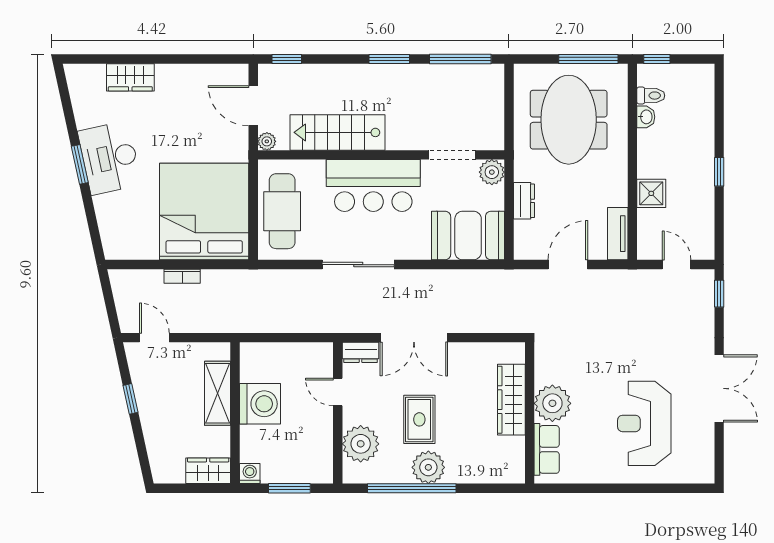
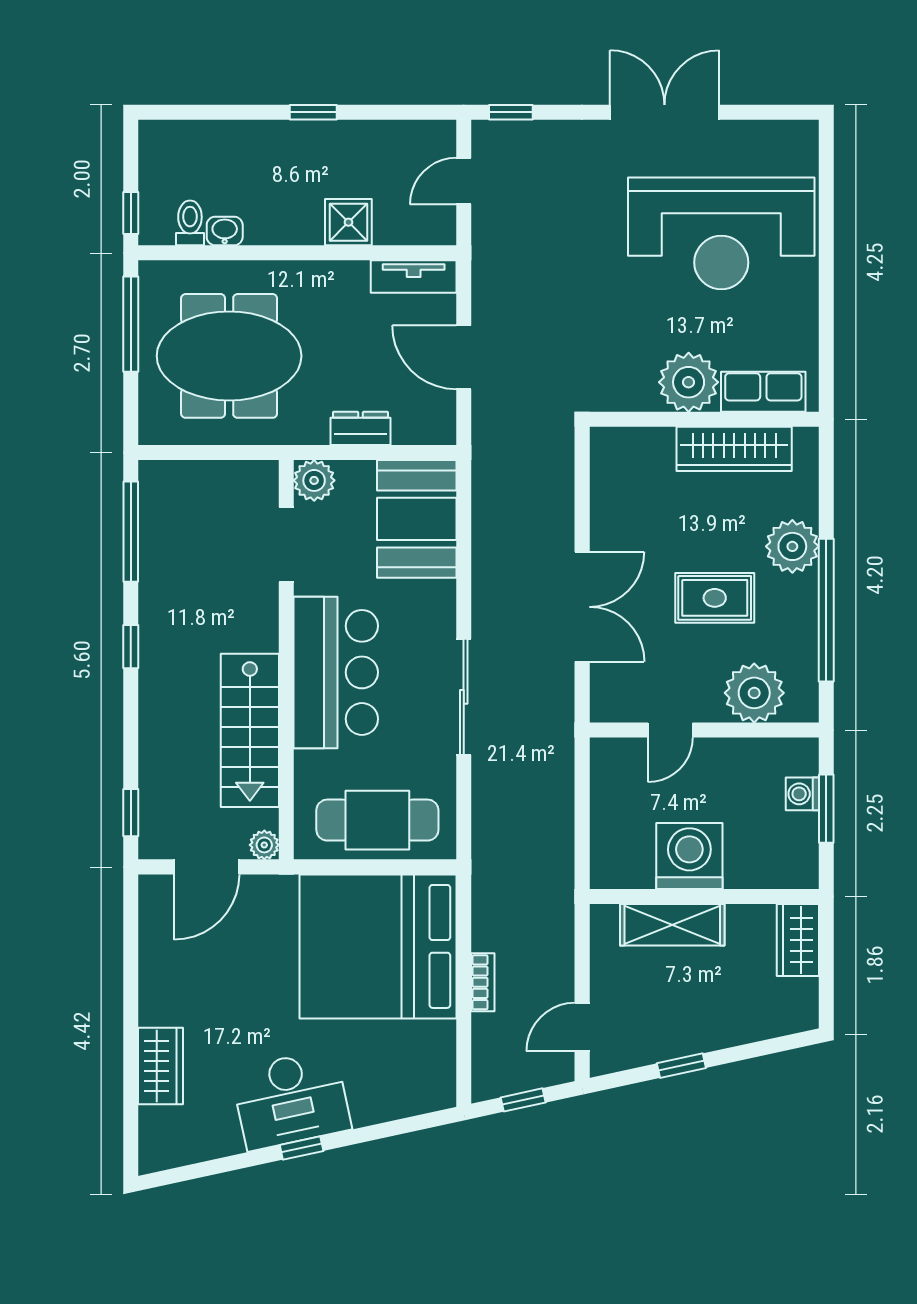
window: (389, 59) -> (131, 647), width x0.67
window: (80, 164) -> (302, 1148), width x0.67
window: (109, 301) -> (523, 1100), added
dresser: (361, 352) -> (606, 693), removed
wardrobe: (511, 400) -> (734, 449), moved
reception desk: (644, 423) -> (721, 233), width x1.36, depth x1.30
plant: (428, 467) -> (792, 546), moved
washing machine: (250, 474) -> (802, 794), moved

